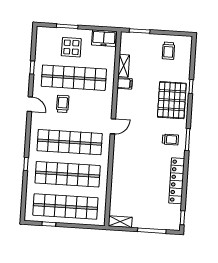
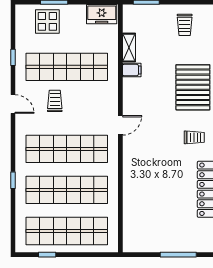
display table: (71, 47) -> (47, 21), moved
shelving: (120, 222) -> (137, 246), removed

